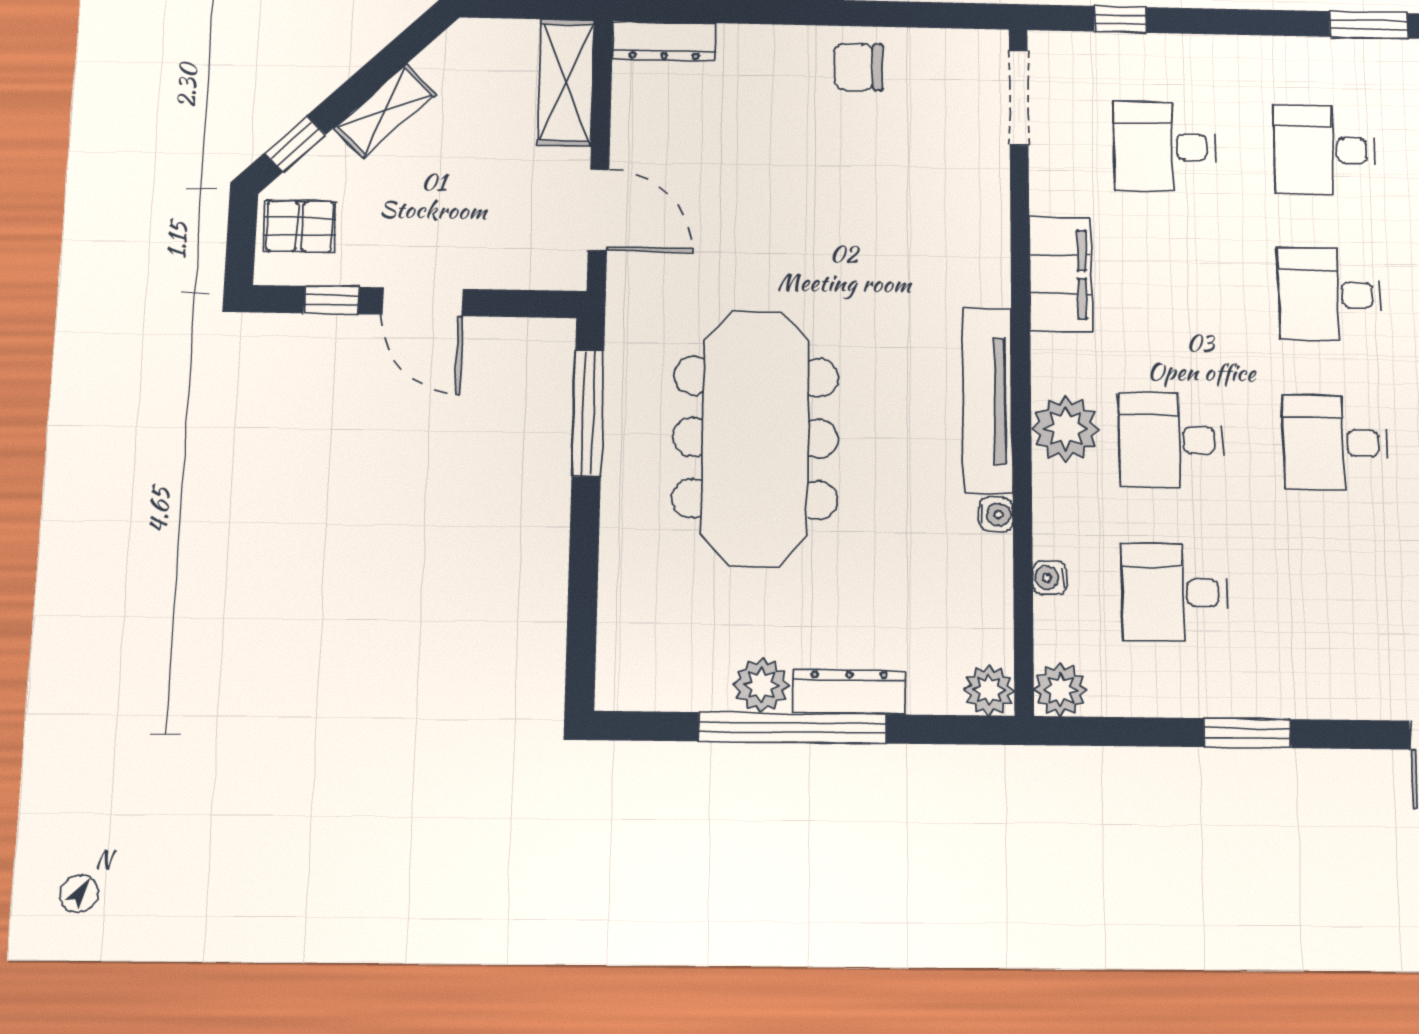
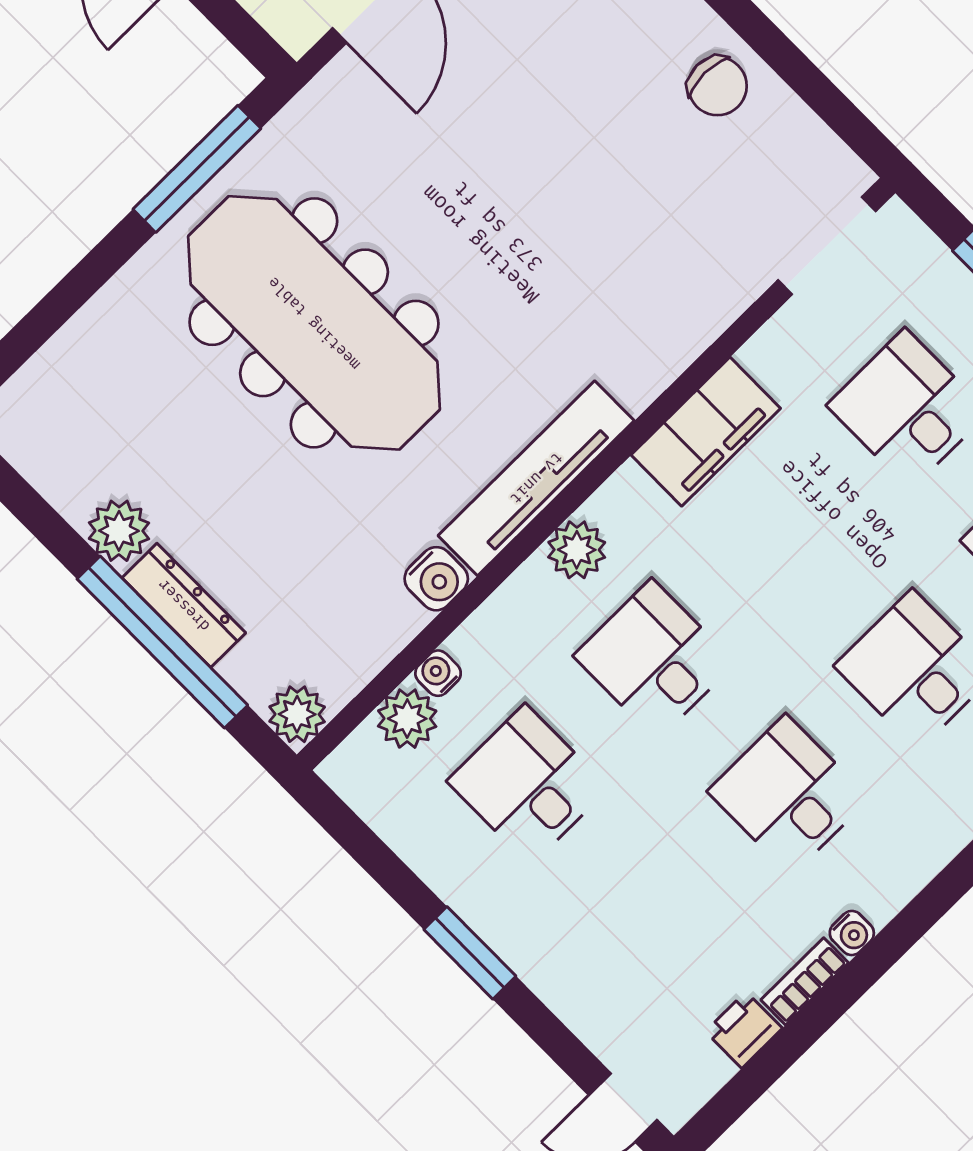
chair: (858, 67) -> (717, 86), turned 180
plant: (1066, 429) -> (577, 550), width x0.73, depth x0.73
meeting table: (755, 438) -> (314, 323), turned 90
water cooler: (996, 514) -> (436, 579), width x1.38, depth x1.38
plant: (1060, 690) -> (407, 719), moved
window: (793, 728) -> (162, 642), moved

